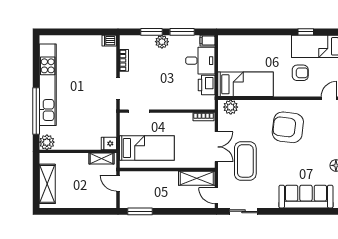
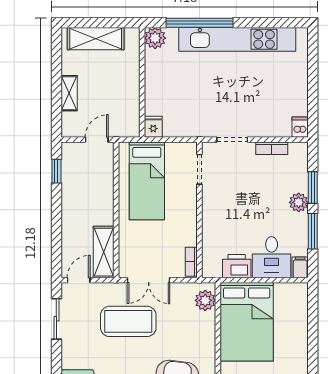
bed: (246, 84) -> (247, 322), width x1.50
shelving: (101, 158) -> (69, 93), moved
window: (140, 211) -> (56, 171), width x0.67

